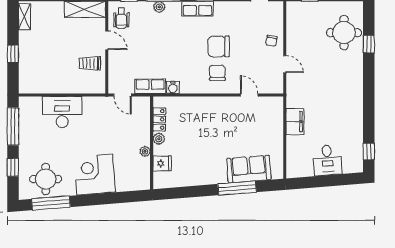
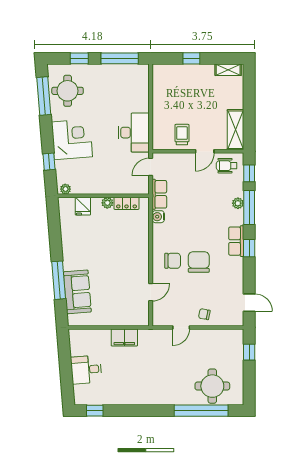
window: (369, 44) -> (201, 411), width x3.17
desk: (62, 112) -> (134, 133), moved
plant: (145, 151) -> (65, 189), moved
window: (117, 198) -> (49, 162), added

